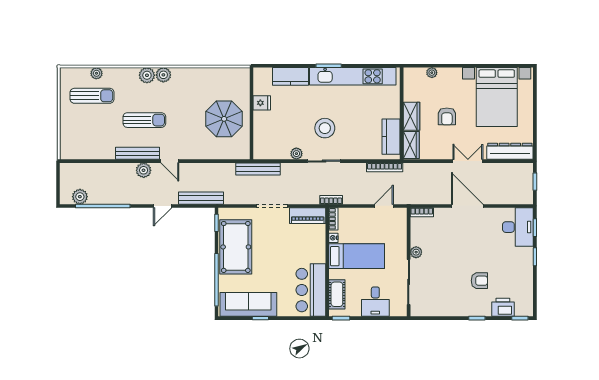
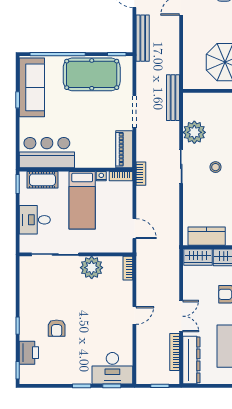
stool: (325, 128) -> (216, 167), width x0.53, depth x0.53
plant: (296, 154) -> (194, 132), width x1.87, depth x1.87
bookcase: (385, 167) -> (175, 352), moved
door: (467, 206) -> (134, 315), width x0.53
plant: (416, 252) -> (92, 268), width x1.87, depth x1.87

